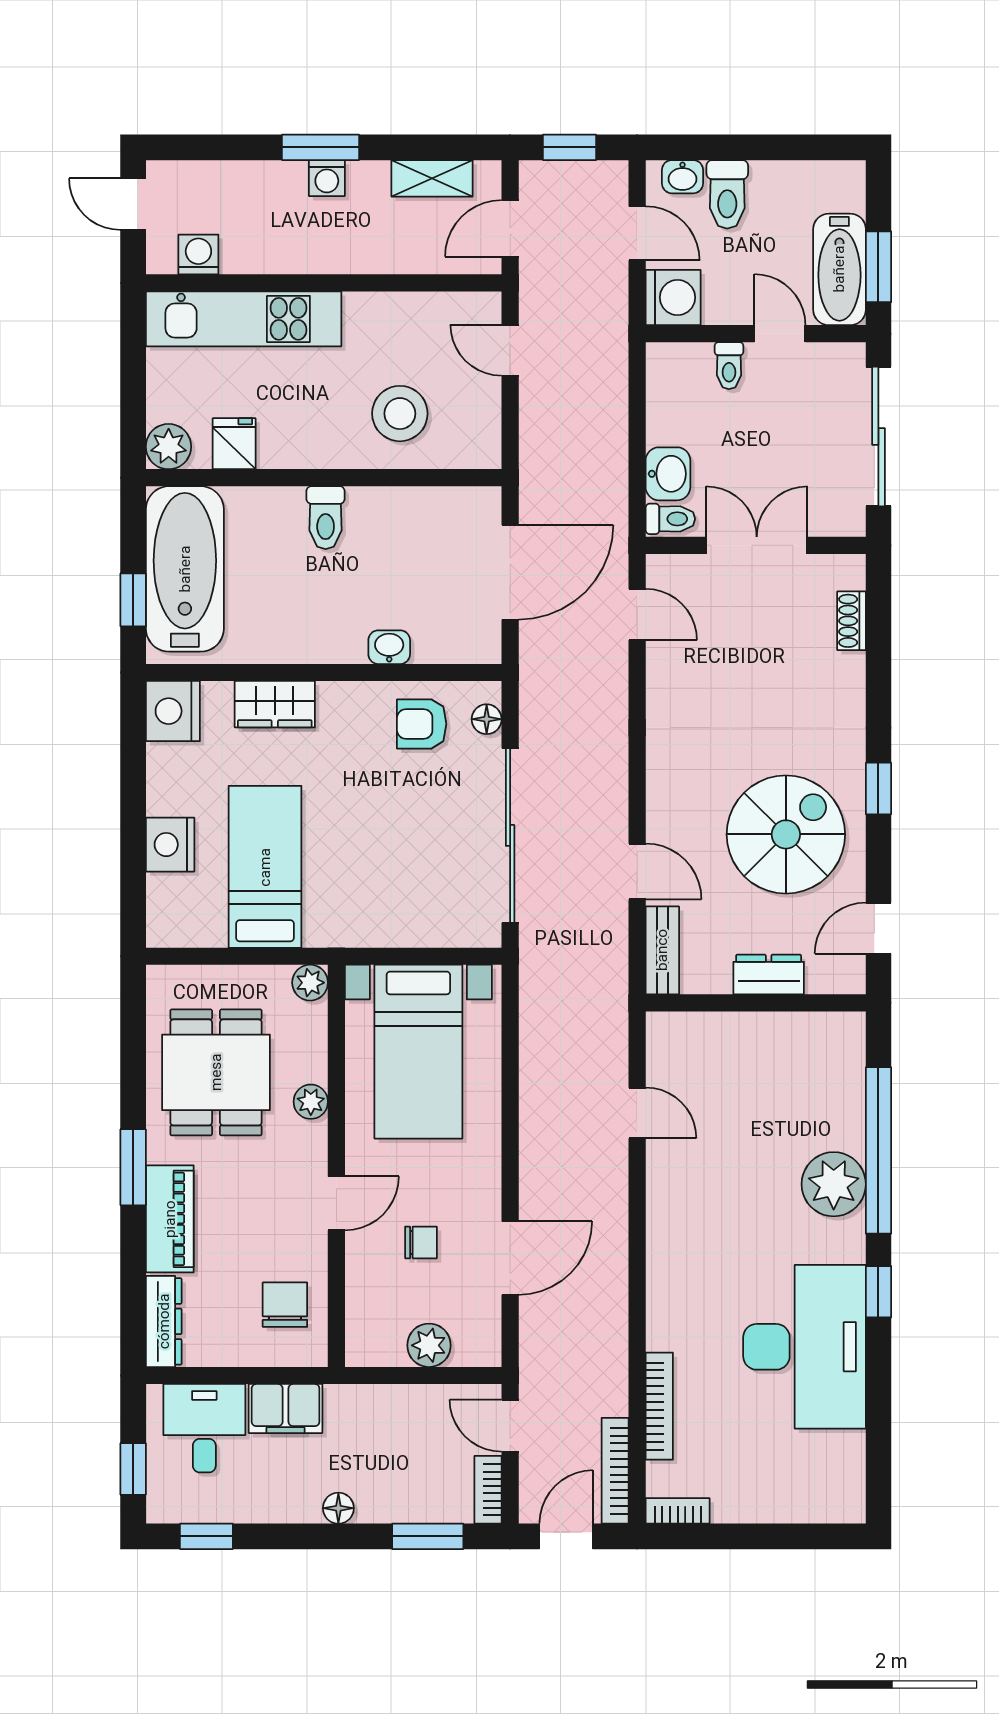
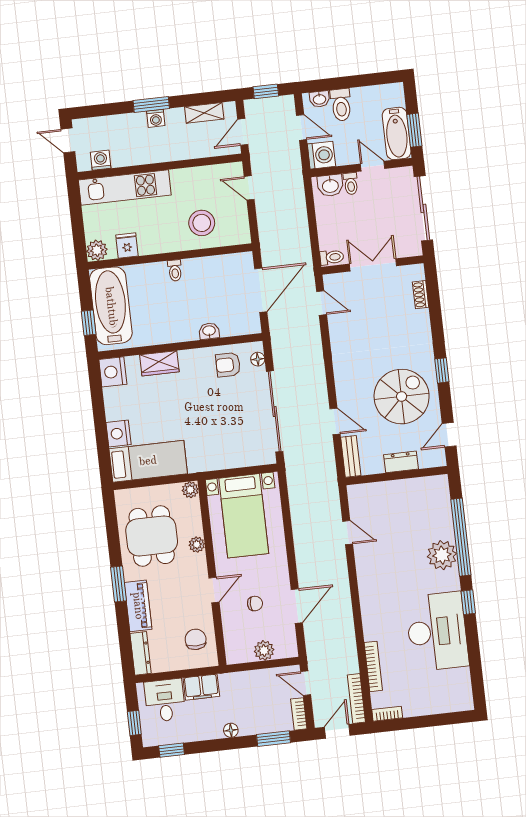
washbasin: (668, 474) -> (330, 185), moved, turned 90
toilet: (326, 518) -> (175, 270), width x0.73, depth x0.72
bed: (265, 867) -> (148, 461), moved, turned 90

